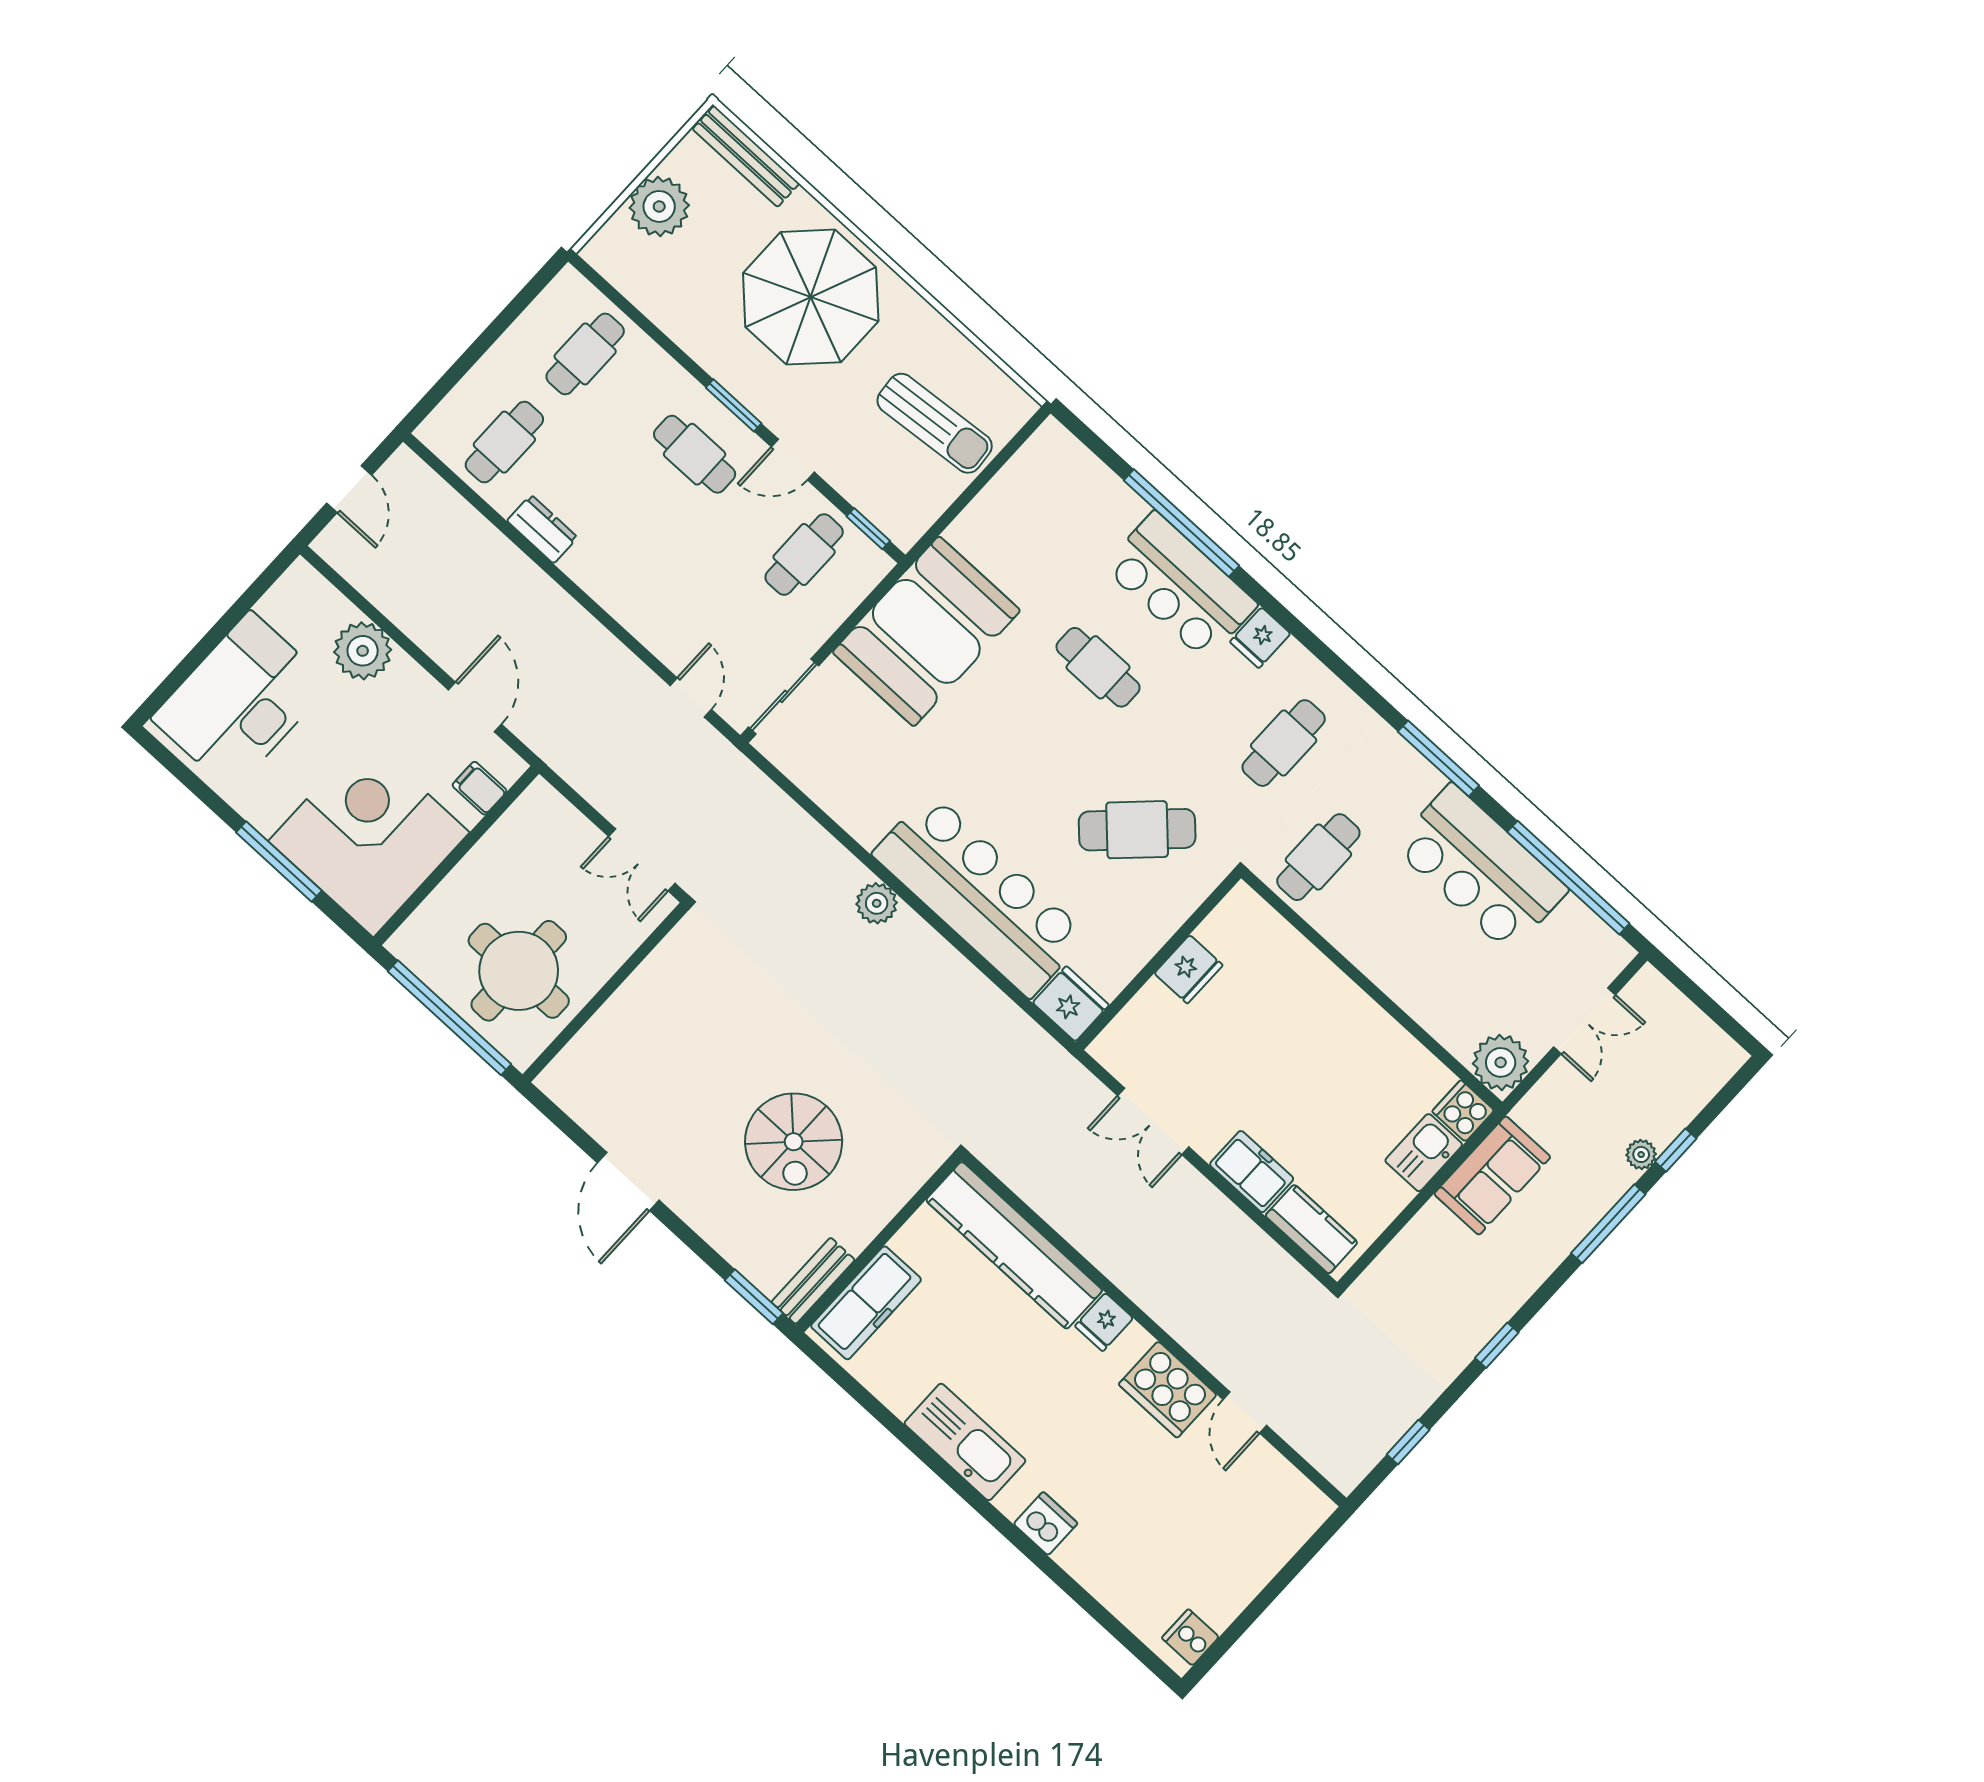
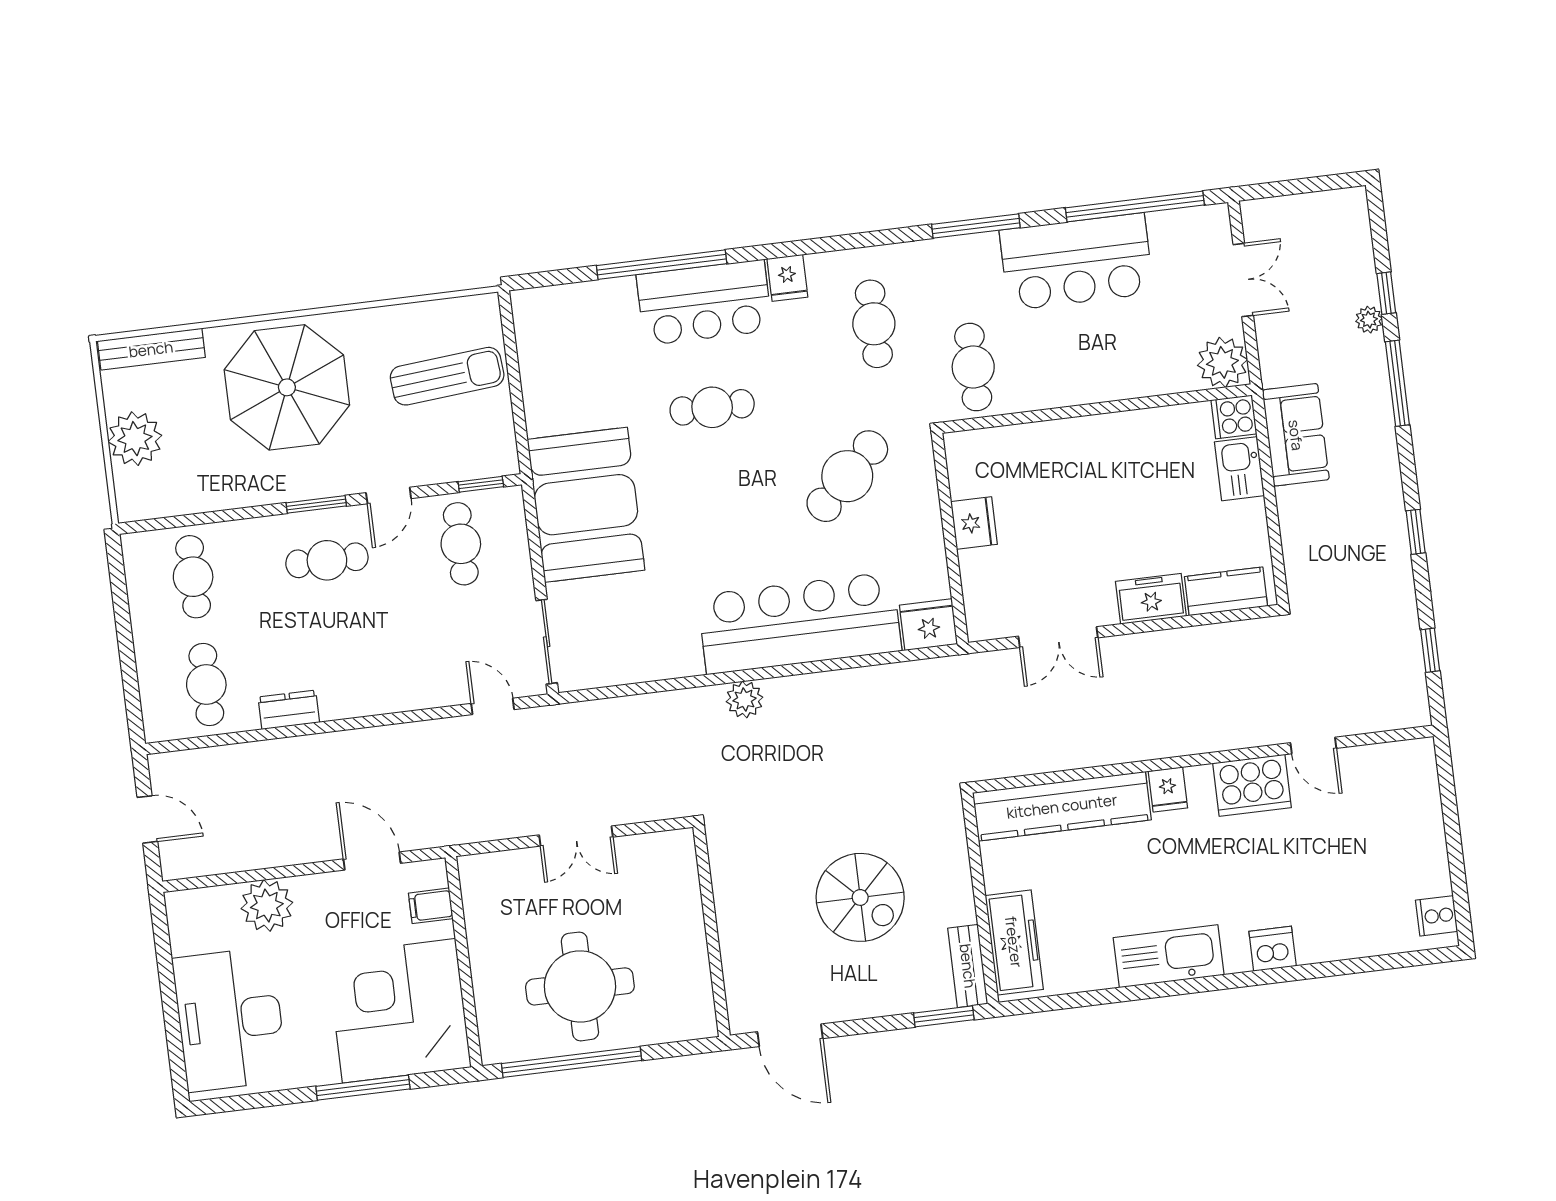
wall: (606, 992) -> (711, 931), moved

